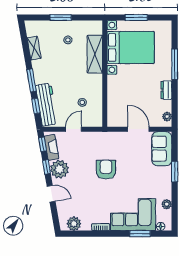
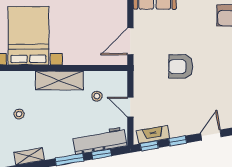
shelving: (95, 54) -> (59, 80), moved
door: (138, 129) -> (130, 41), moved
plant: (59, 169) -> (180, 125), removed

